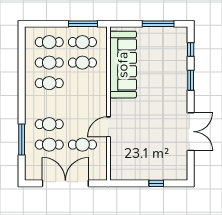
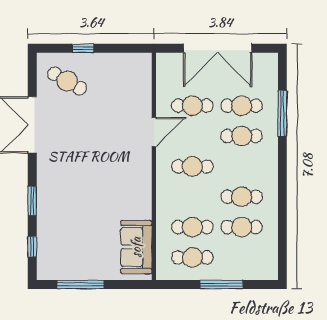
window: (83, 24) -> (222, 285), moved
cafe table: (49, 42) -> (192, 166), moved
sofa: (123, 65) -> (136, 247), width x0.54, depth x0.79
cafe table: (167, 161) -> (67, 81), added

